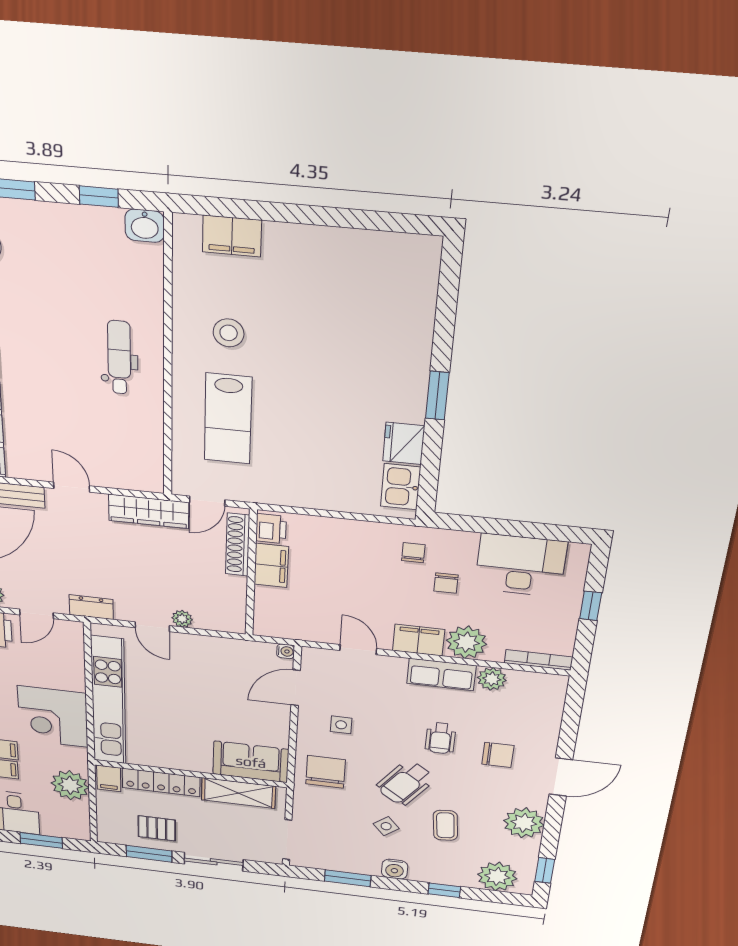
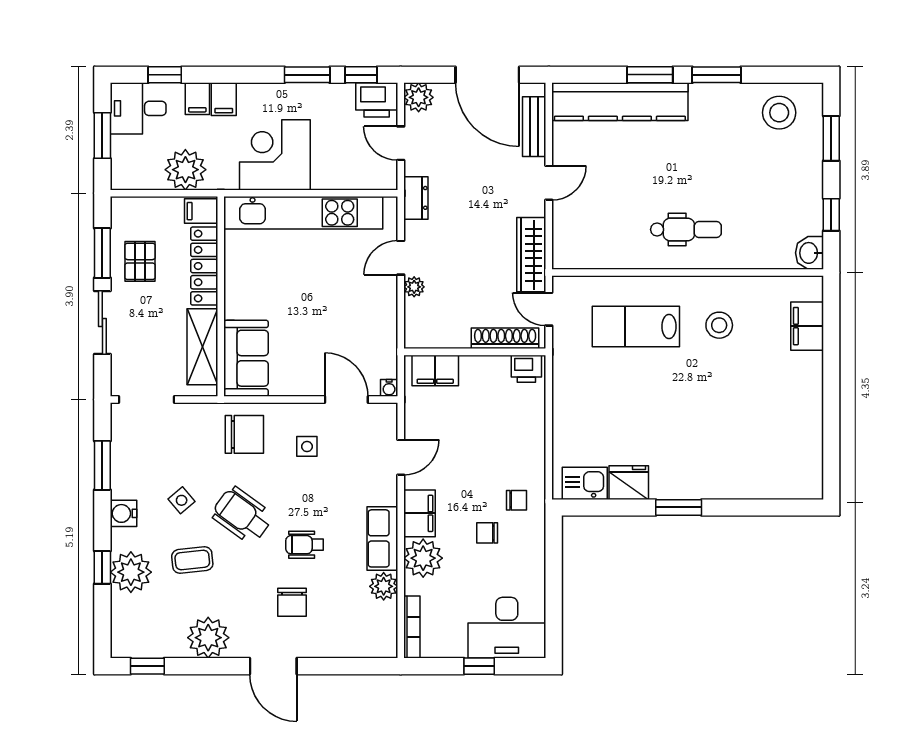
filing cabinet: (271, 565) -> (435, 370), moved
desk: (521, 565) -> (507, 628), moved, turned 90
plant: (497, 877) -> (131, 572), moved

